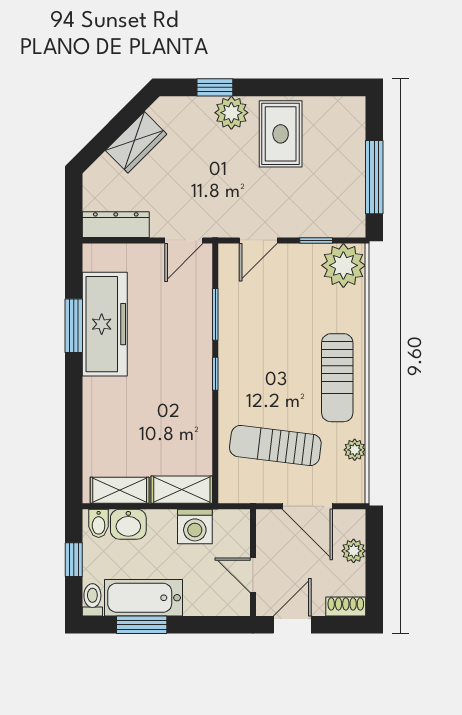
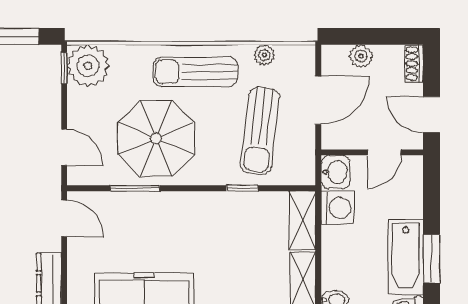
window: (316, 240) -> (64, 68), moved
parasol: (267, 337) -> (156, 138), added
window: (215, 374) -> (242, 188), moved
sun lounger: (337, 378) -> (195, 72), turned 180
washbasin: (128, 524) -> (335, 172), moved

